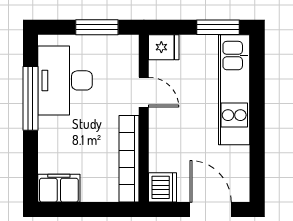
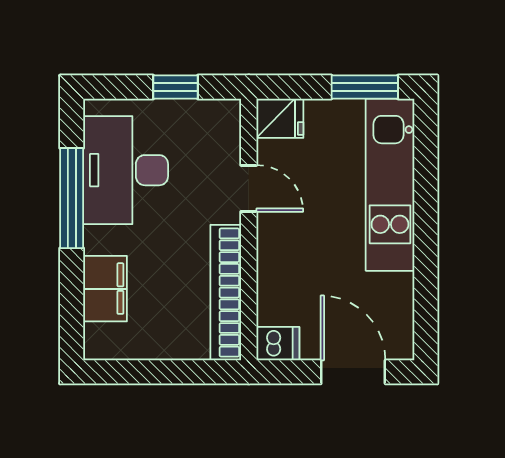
window: (97, 27) -> (175, 87), width x0.67
dishwasher: (162, 187) -> (278, 344), width x0.73
filing cabinet: (59, 188) -> (105, 289), moved, turned 90

